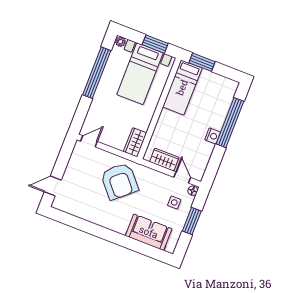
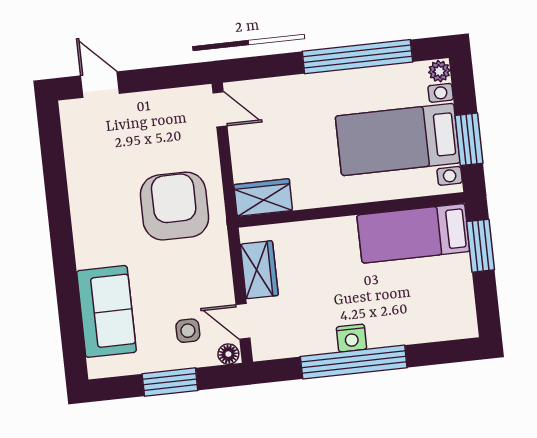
window: (230, 123) -> (354, 362), moved
door: (182, 177) -> (243, 321), swing flipped
armchair: (119, 181) -> (174, 206), turned 131

